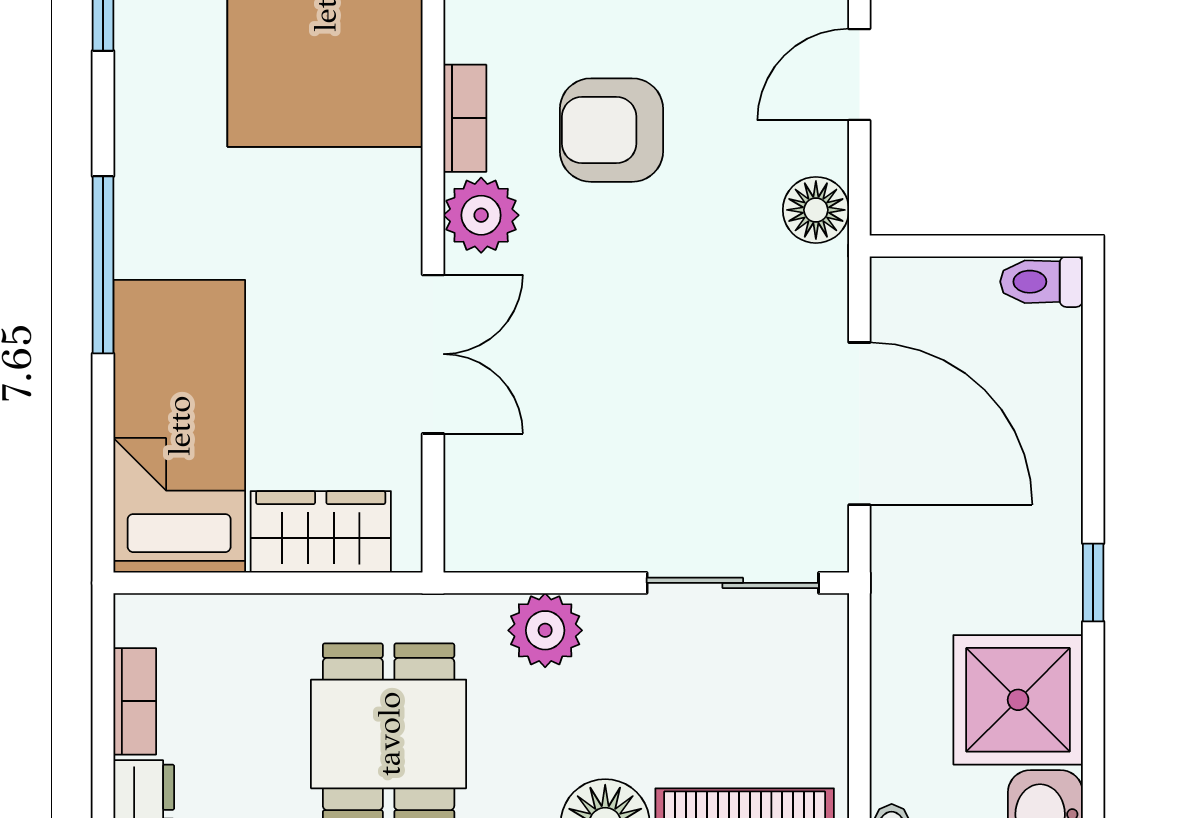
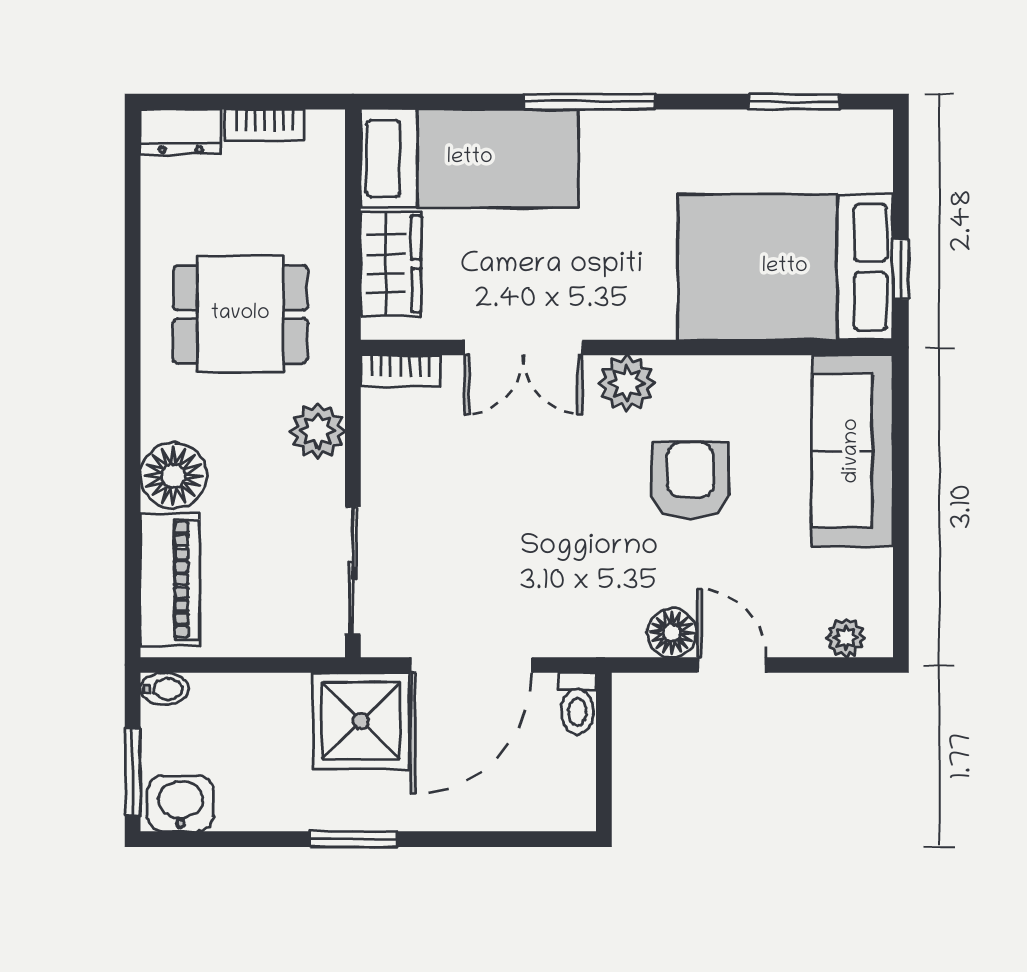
bookcase: (465, 118) -> (400, 371), moved
floor lamp: (816, 210) -> (672, 633), moved
toilet: (1041, 282) -> (577, 703), moved, turned 180
window: (1093, 582) -> (353, 839), width x1.50
shower: (1018, 700) -> (361, 721), moved

